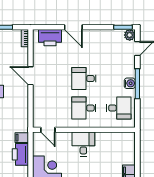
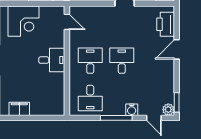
water cooler: (130, 83) -> (132, 110), moved
door: (48, 130) -> (67, 22), swing flipped

